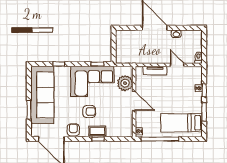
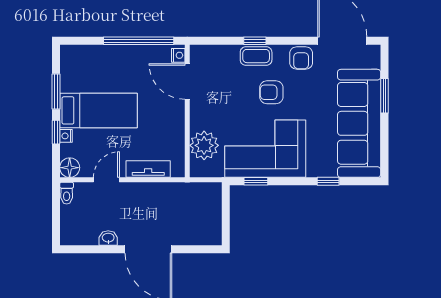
door: (177, 65) -> (106, 180), swing flipped
floor lamp: (197, 71) -> (70, 168), added
door: (134, 101) -> (187, 81), moved
bed: (181, 123) -> (98, 110), moved

